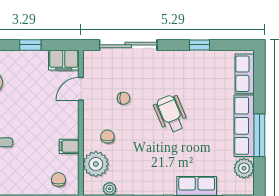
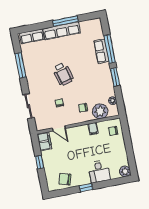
sliding door: (128, 45) -> (28, 106), width x0.73
window: (200, 45) -> (20, 65), width x2.17
wheelchair: (171, 114) -> (63, 74), turned -82
plant: (244, 168) -> (86, 26), removed

